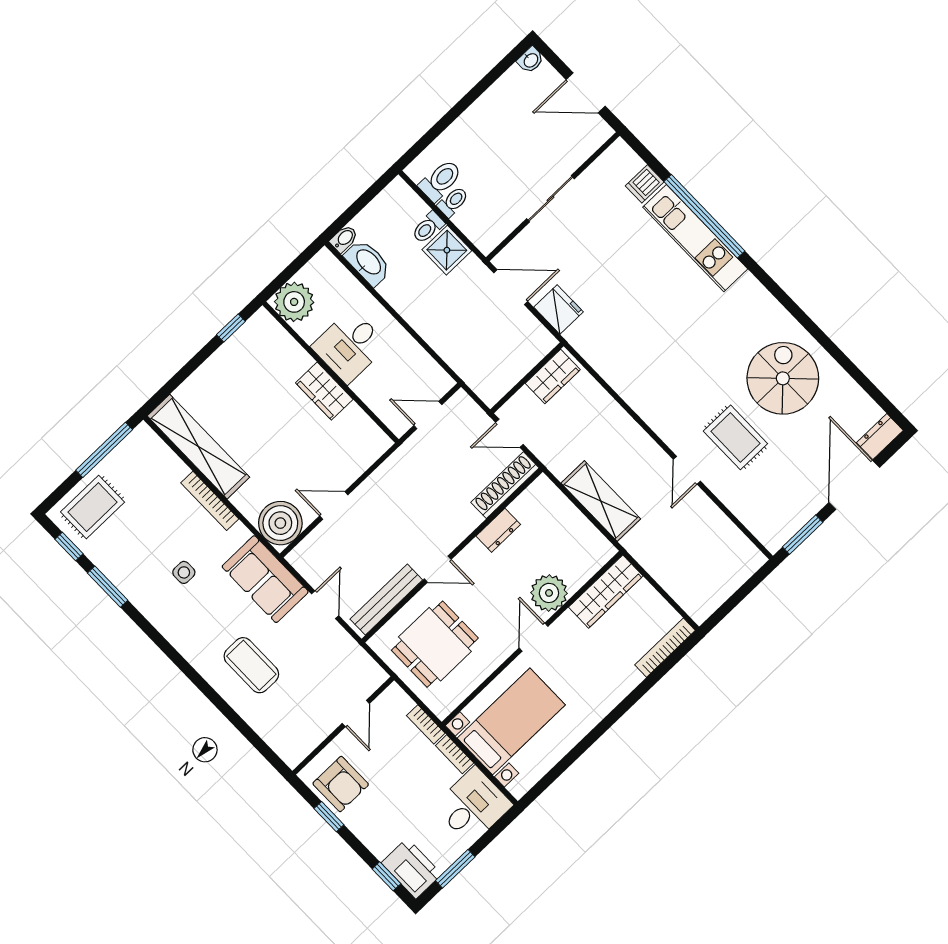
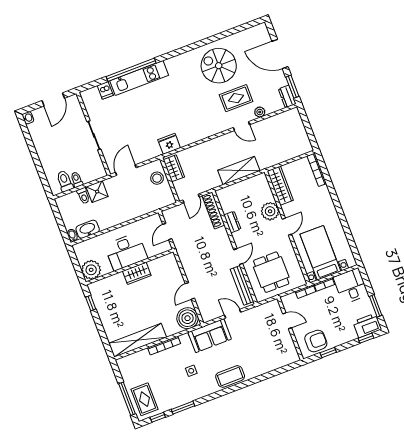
fridge: (559, 310) -> (169, 144), moved
desk: (350, 346) -> (126, 252), width x1.37
stool: (521, 353) -> (157, 178), added
dresser: (880, 437) -> (287, 96), moved
window: (104, 450) -> (127, 399), moved
plant: (728, 493) -> (260, 112), added
door: (533, 637) -> (287, 227), swing flipped
coffee table: (251, 665) -> (230, 376), moved

